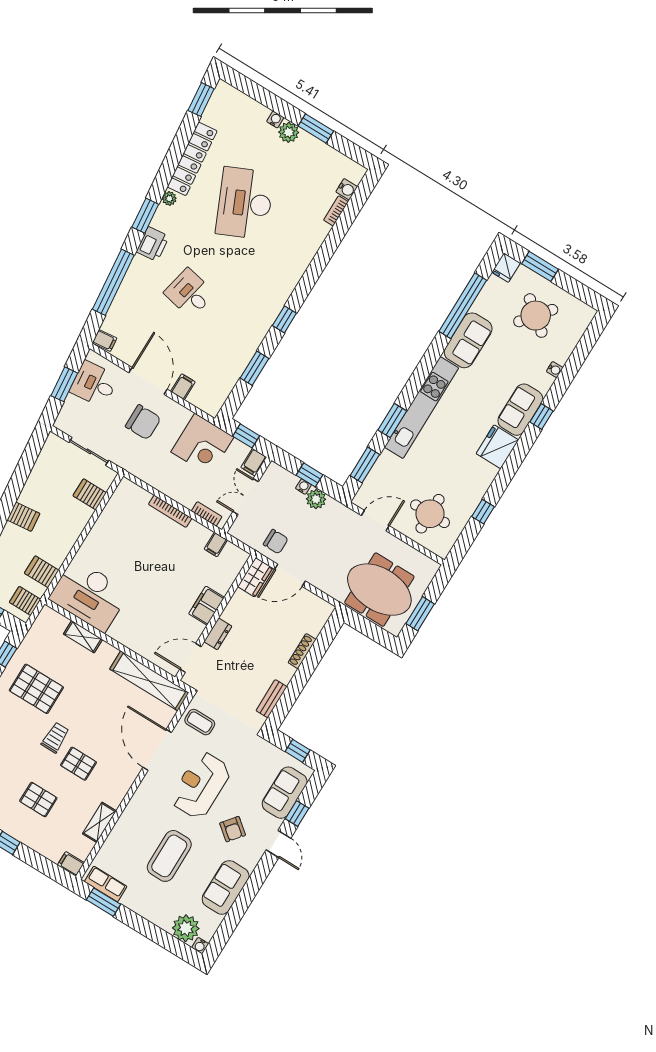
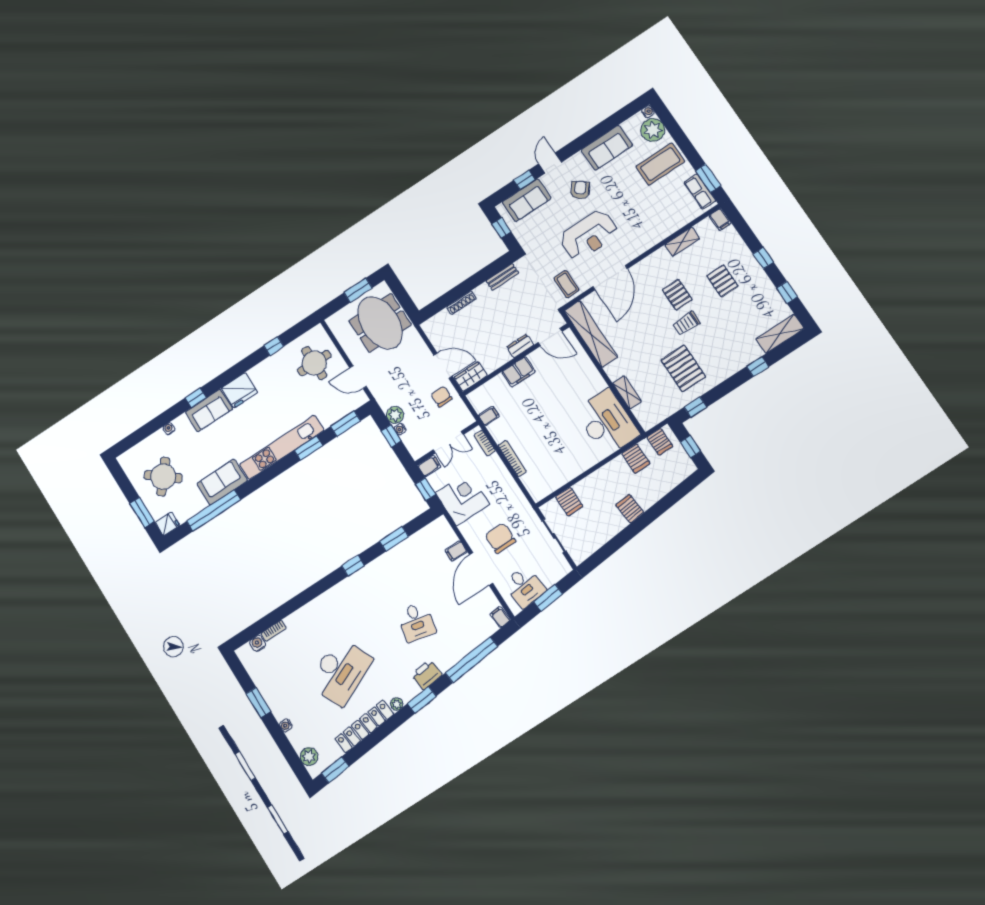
plant: (289, 132) -> (309, 756), moved
coffee table: (169, 856) -> (660, 164), moved

